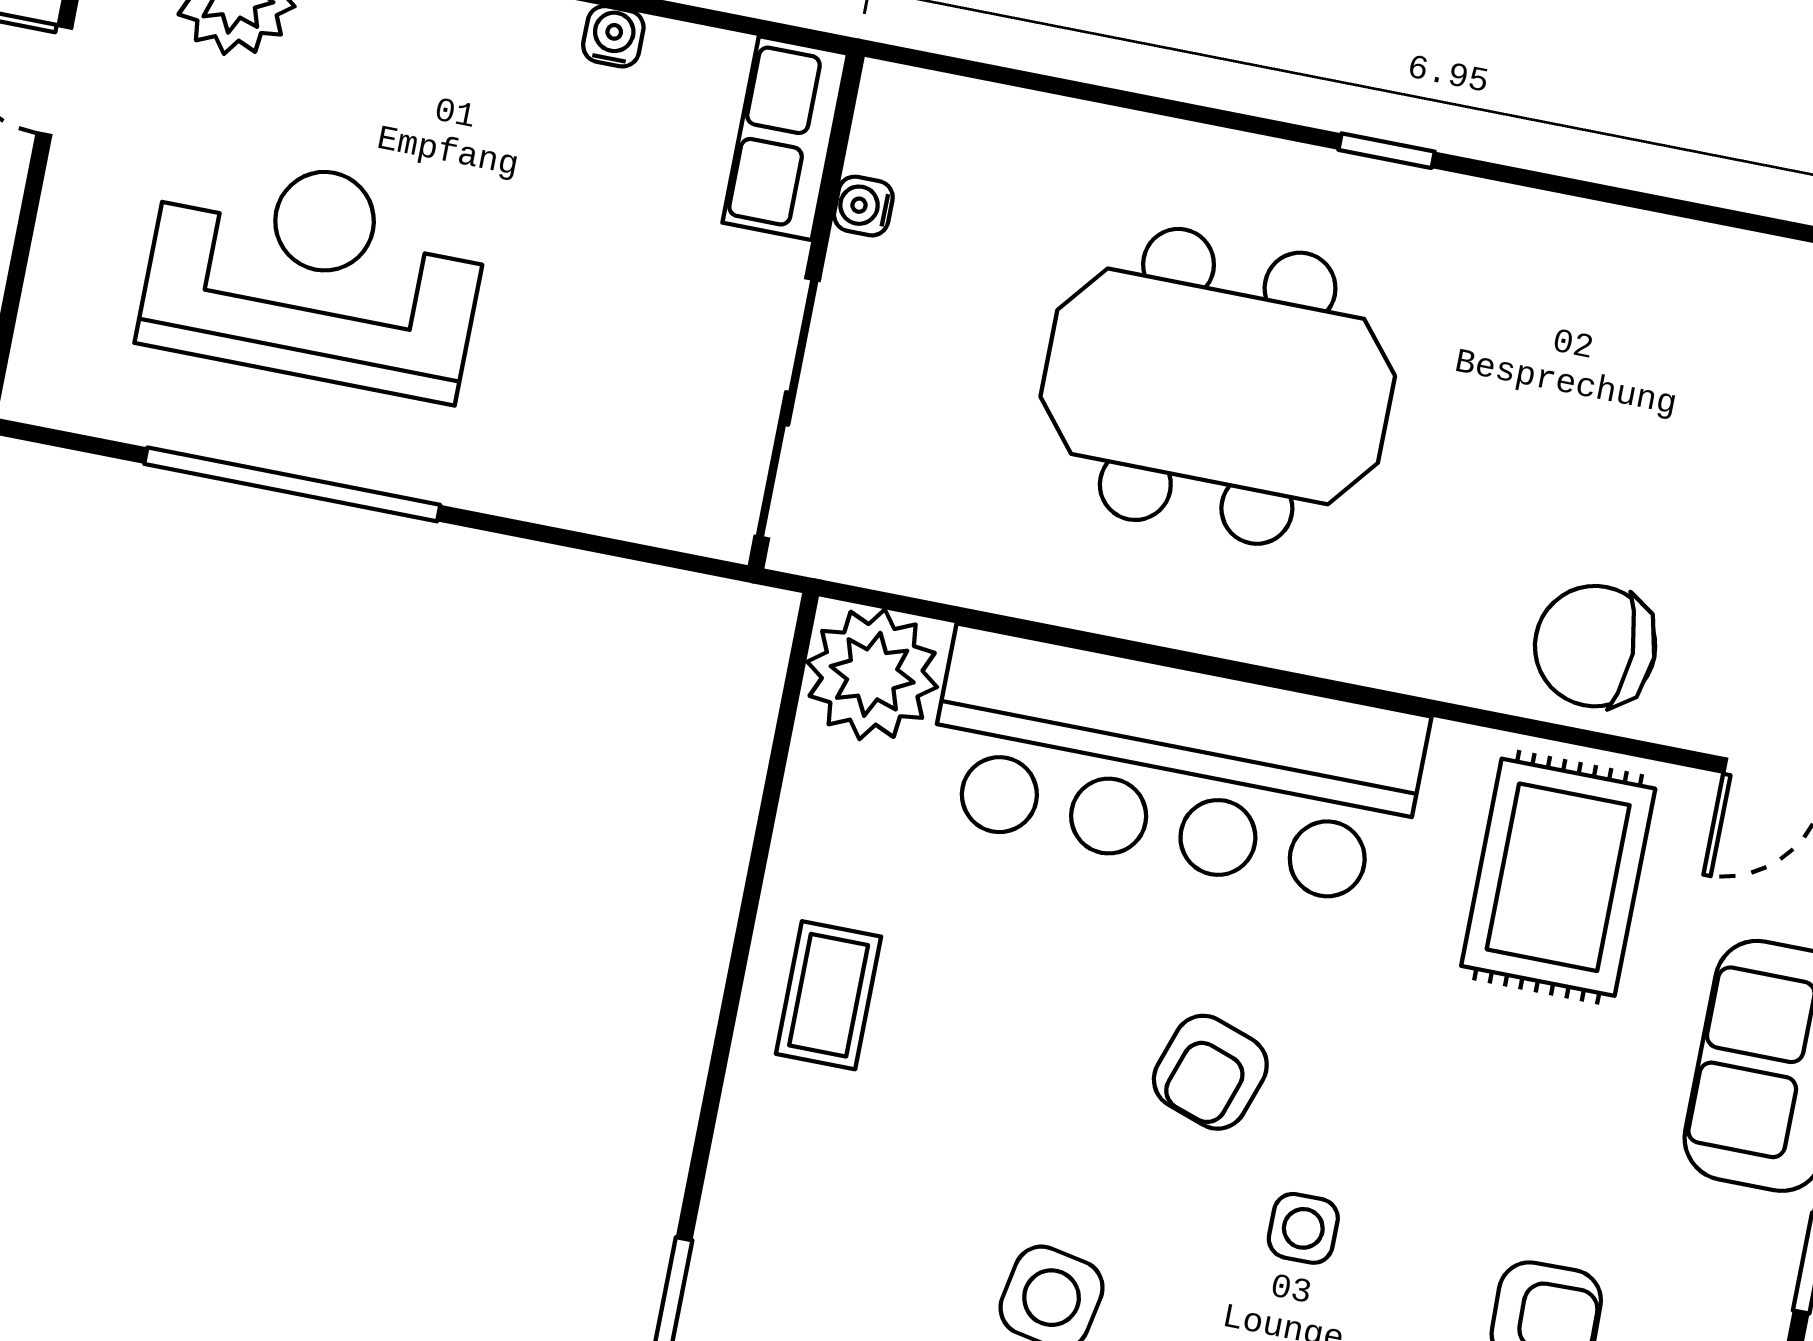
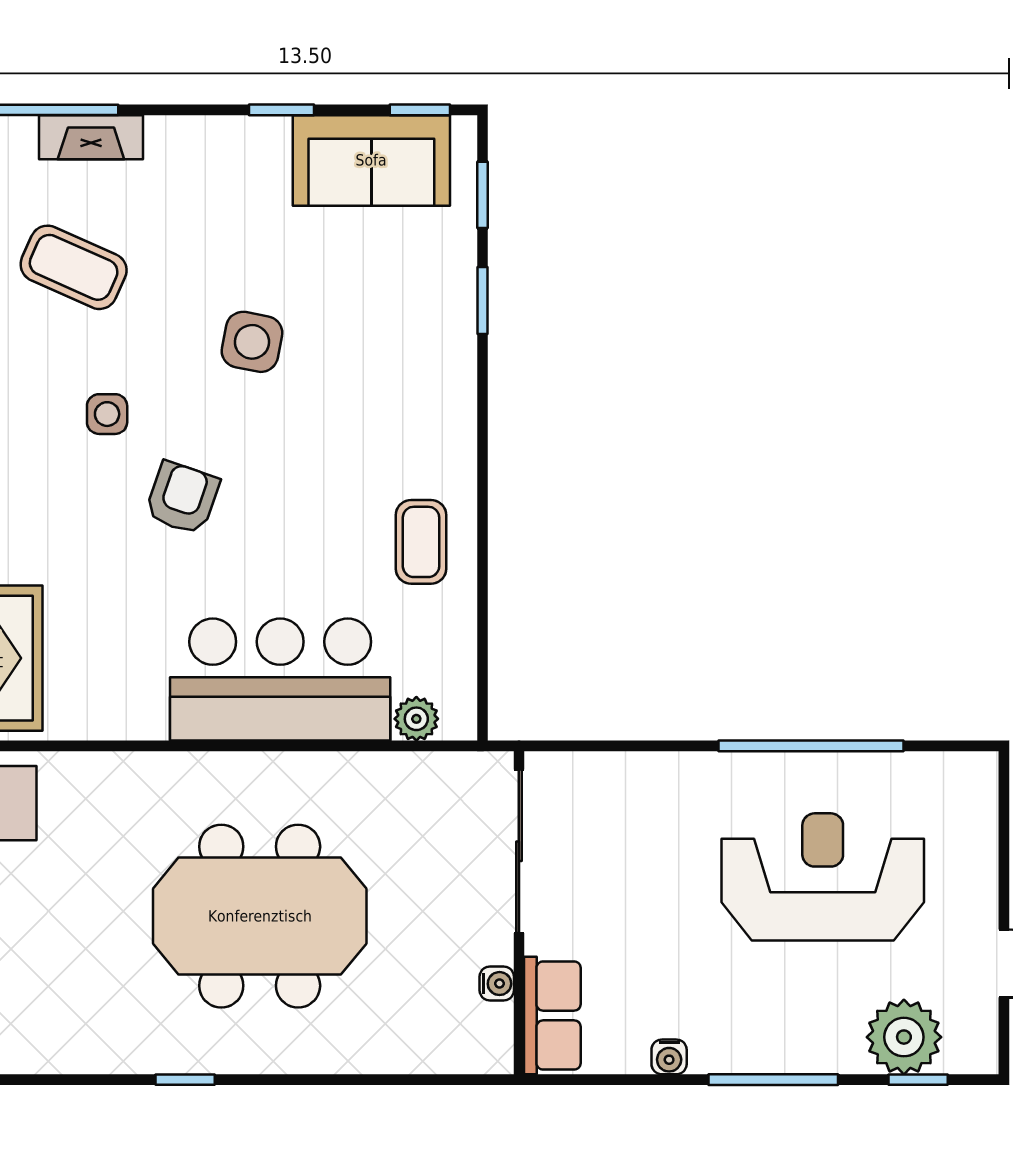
reception desk: (314, 274) -> (823, 877), turned 180
plant: (872, 674) -> (416, 719), width x0.53, depth x0.53
bar counter: (1175, 767) -> (280, 680), width x0.73
coffee table: (829, 995) -> (421, 542), moved

